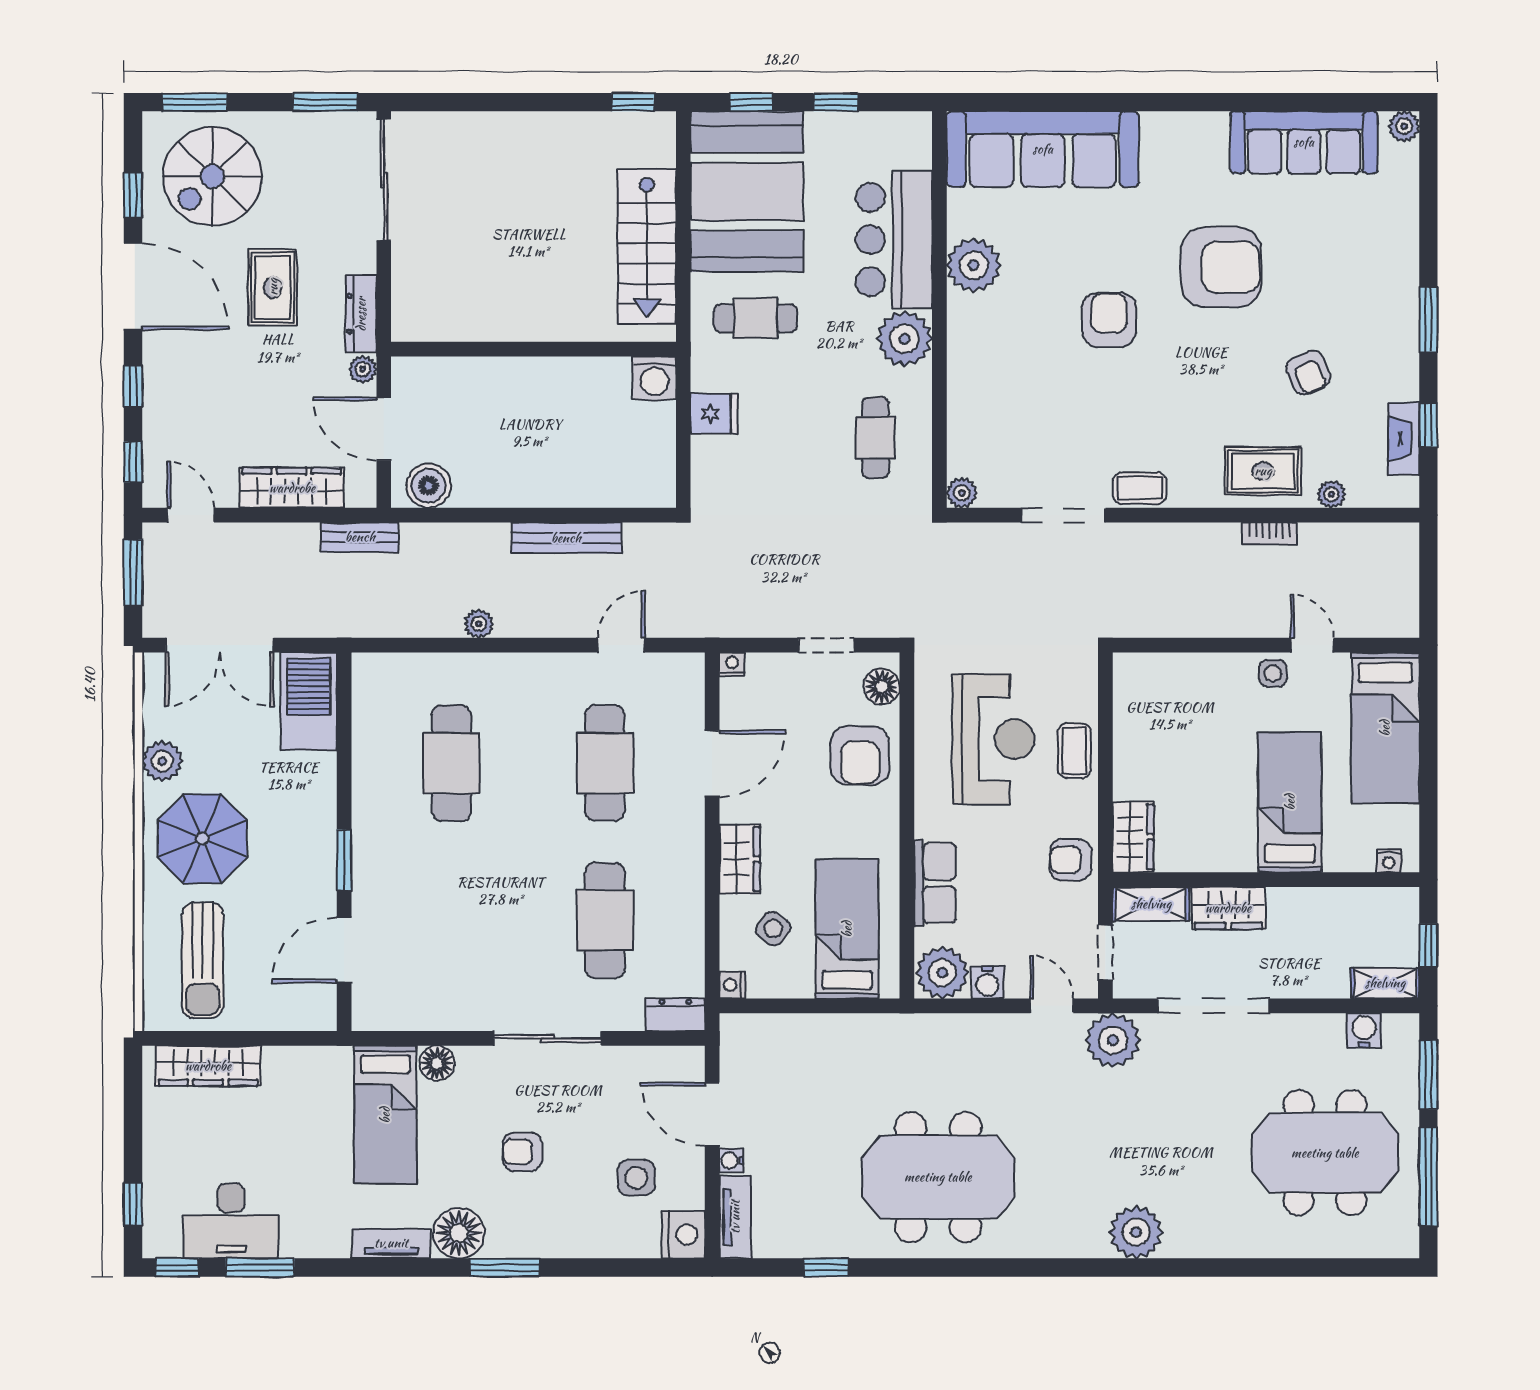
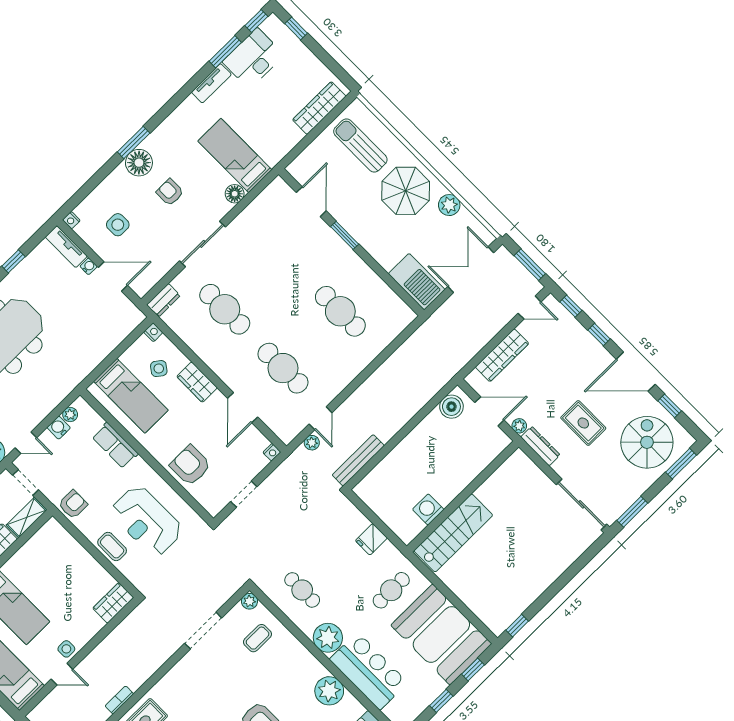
stairs: (647, 247) -> (453, 533), moved, turned 90
washing machine: (654, 378) -> (428, 509), moved
coffee table: (1140, 488) -> (258, 638), moved
bench: (360, 537) -> (458, 362), removed
bench: (566, 538) -> (358, 460), moved
plant: (479, 624) -> (312, 443), moved
floor lamp: (882, 687) -> (208, 499), removed
wardrobe: (1133, 837) -> (113, 603), moved, turned 90
plant: (942, 973) -> (70, 415), width x0.53, depth x0.53
armchair: (522, 1152) -> (170, 192), turned -90
floor lamp: (459, 1233) -> (139, 163), moved
nightstand: (683, 1235) -> (71, 220), width x0.53, depth x0.56
tv unit: (391, 1243) -> (211, 83), moved

